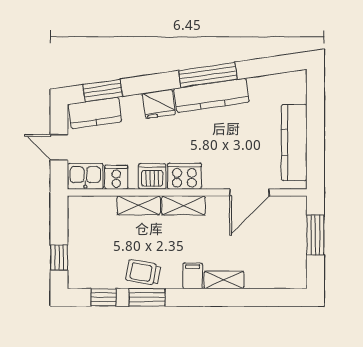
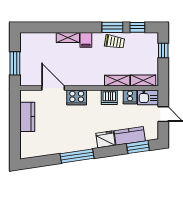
kitchen counter: (211, 95) -> (75, 144), removed
kitchen counter: (95, 113) -> (130, 136), moved
kitchen counter: (294, 143) -> (27, 117), width x0.67
cooker: (184, 176) -> (77, 97), moved
door: (249, 192) -> (53, 88), hinge flipped
shelving: (183, 205) -> (143, 81), moved

